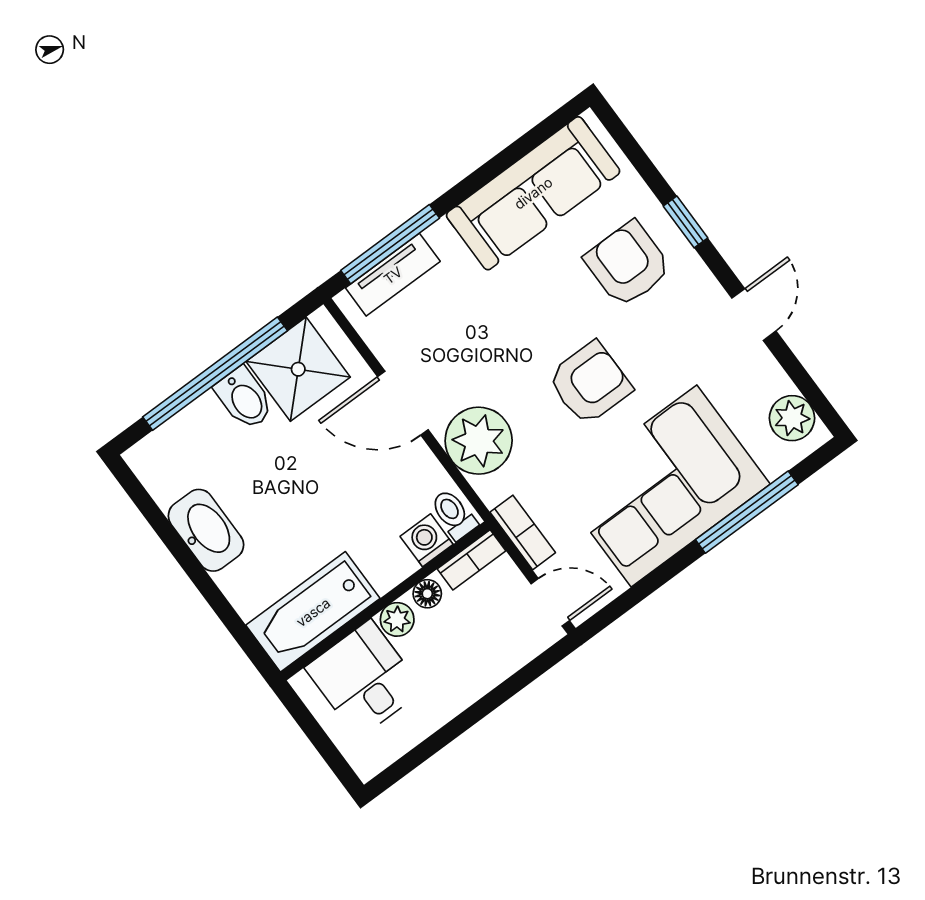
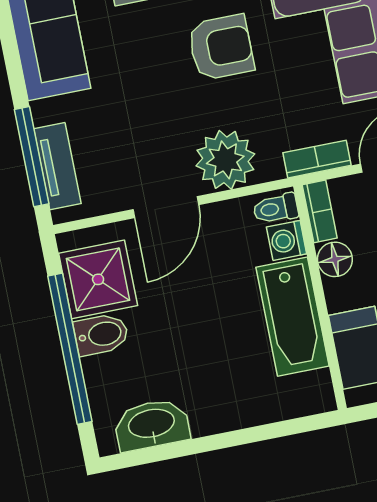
armchair: (590, 383) -> (221, 47), turned 90
washbasin: (206, 530) -> (152, 425), moved
floor lamp: (427, 594) -> (335, 259), width x1.37, depth x1.37
bathtub: (313, 612) -> (292, 317), moved
plant: (397, 619) -> (340, 295), removed

